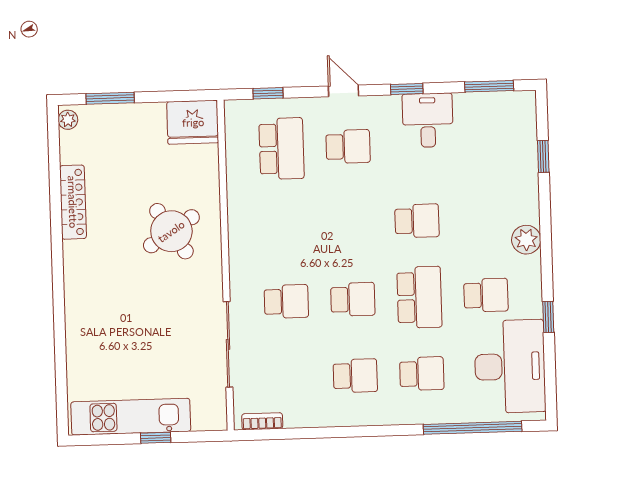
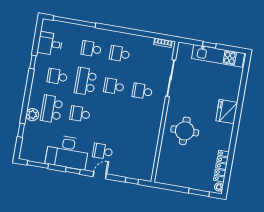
door: (344, 91) -> (100, 175), swing flipped
desk: (428, 120) -> (67, 152), width x1.87, depth x1.30
fridge: (193, 122) -> (227, 112), moved, turned -90
school desk: (281, 149) -> (52, 109), moved
locker: (73, 202) -> (221, 166), moved
round table: (171, 231) -> (185, 131), turned 33
plant: (526, 240) -> (32, 115), moved
desk: (510, 366) -> (50, 44), width x0.53, depth x0.77

